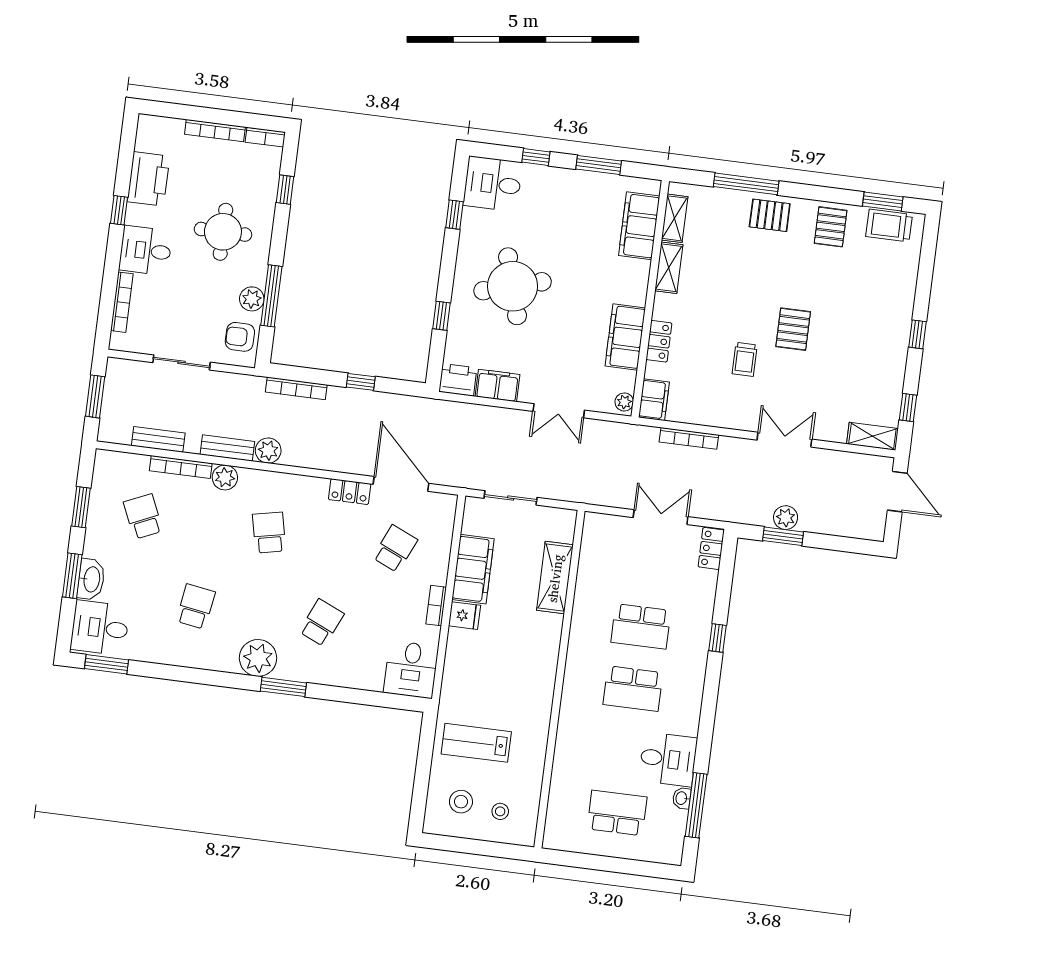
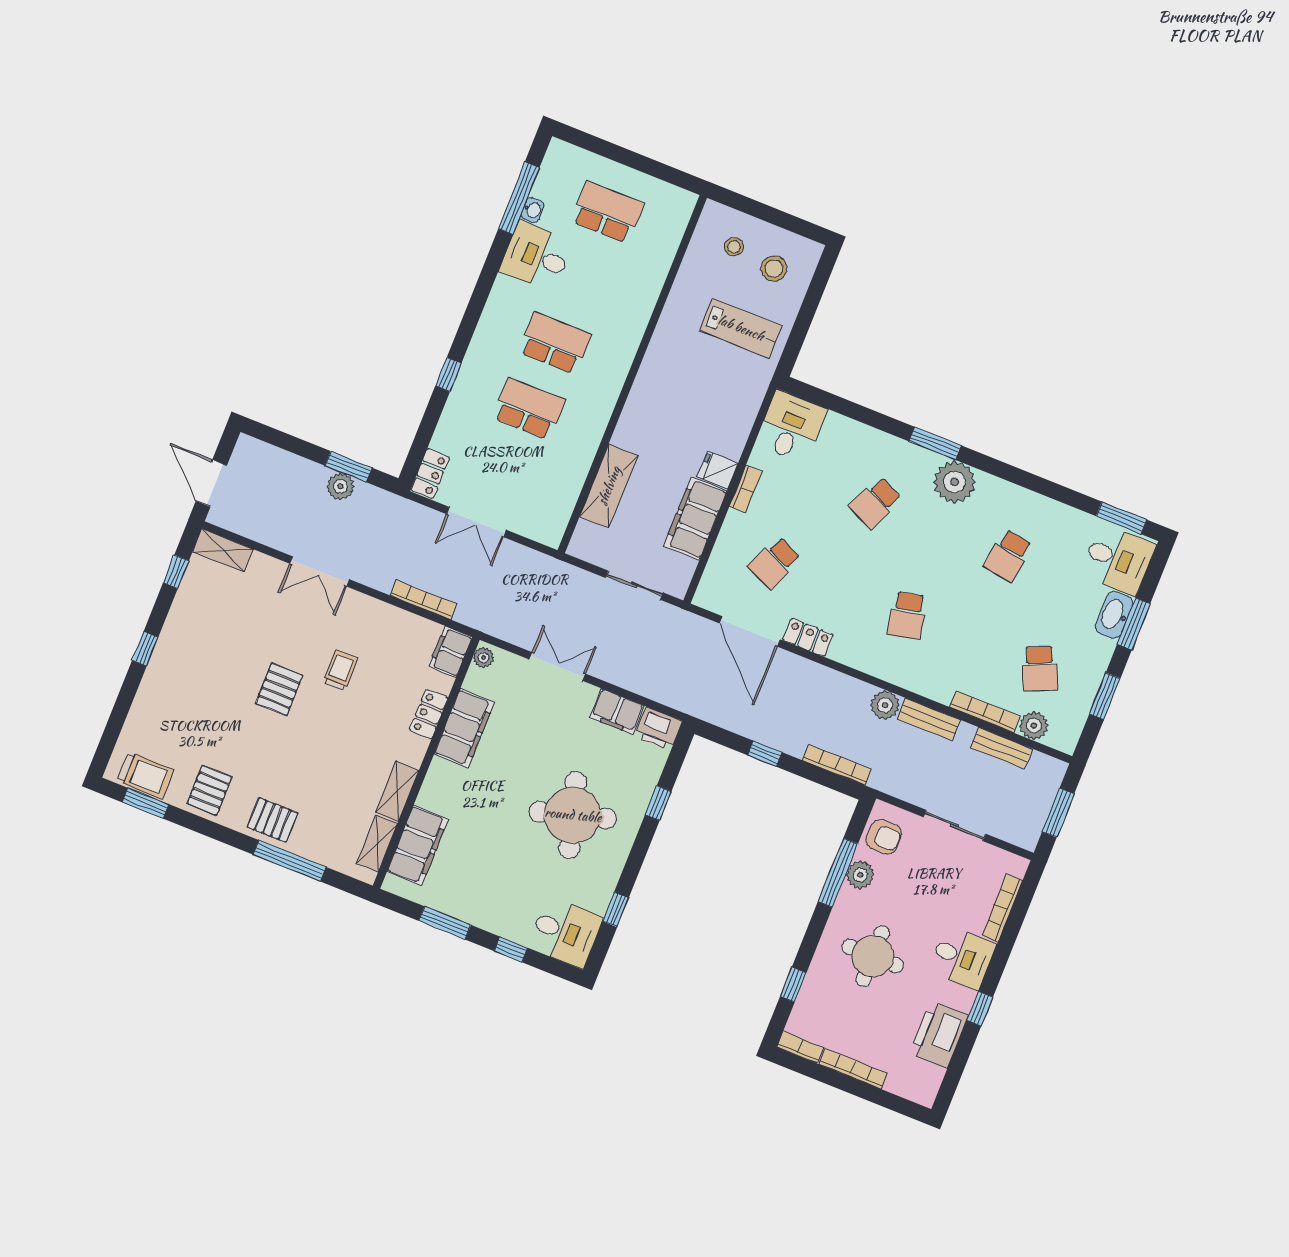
plant: (225, 477) -> (1034, 726), moved
school desk: (617, 813) -> (607, 212), turned 180

